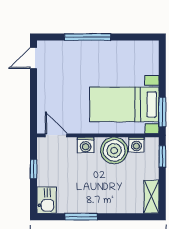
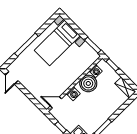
bed with nightstands: (124, 104) -> (57, 43), moved

